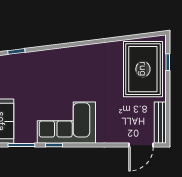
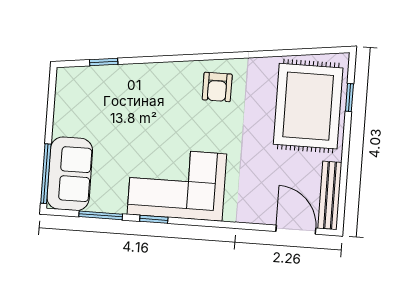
armchair: (87, 62) -> (217, 87), added
door: (141, 145) -> (296, 230), swing flipped

